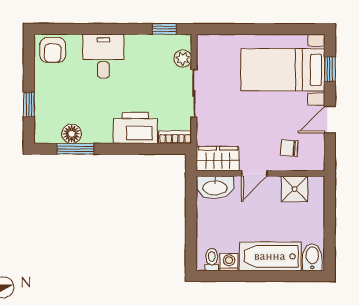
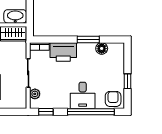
window: (90, 29) -> (91, 112), added
window: (29, 104) -> (127, 81), moved
window: (75, 149) -> (88, 39), moved

